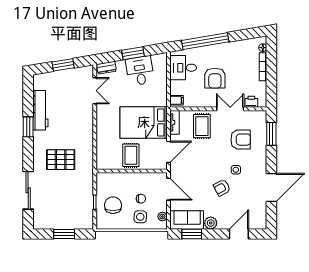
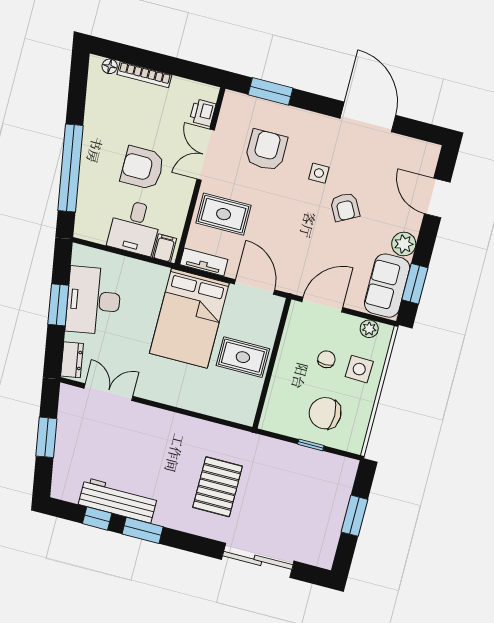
desk: (183, 68) -> (135, 227), moved
desk: (140, 71) -> (93, 301), width x1.37
armchair: (215, 78) -> (142, 168), turned 180
window: (28, 102) -> (97, 518), added

